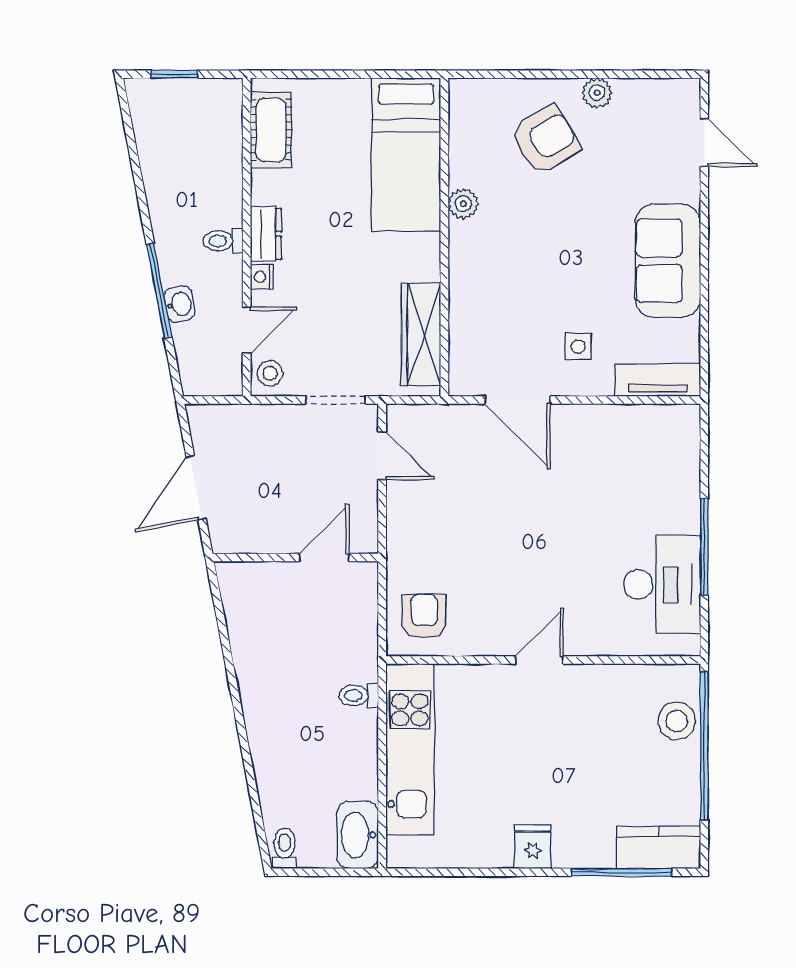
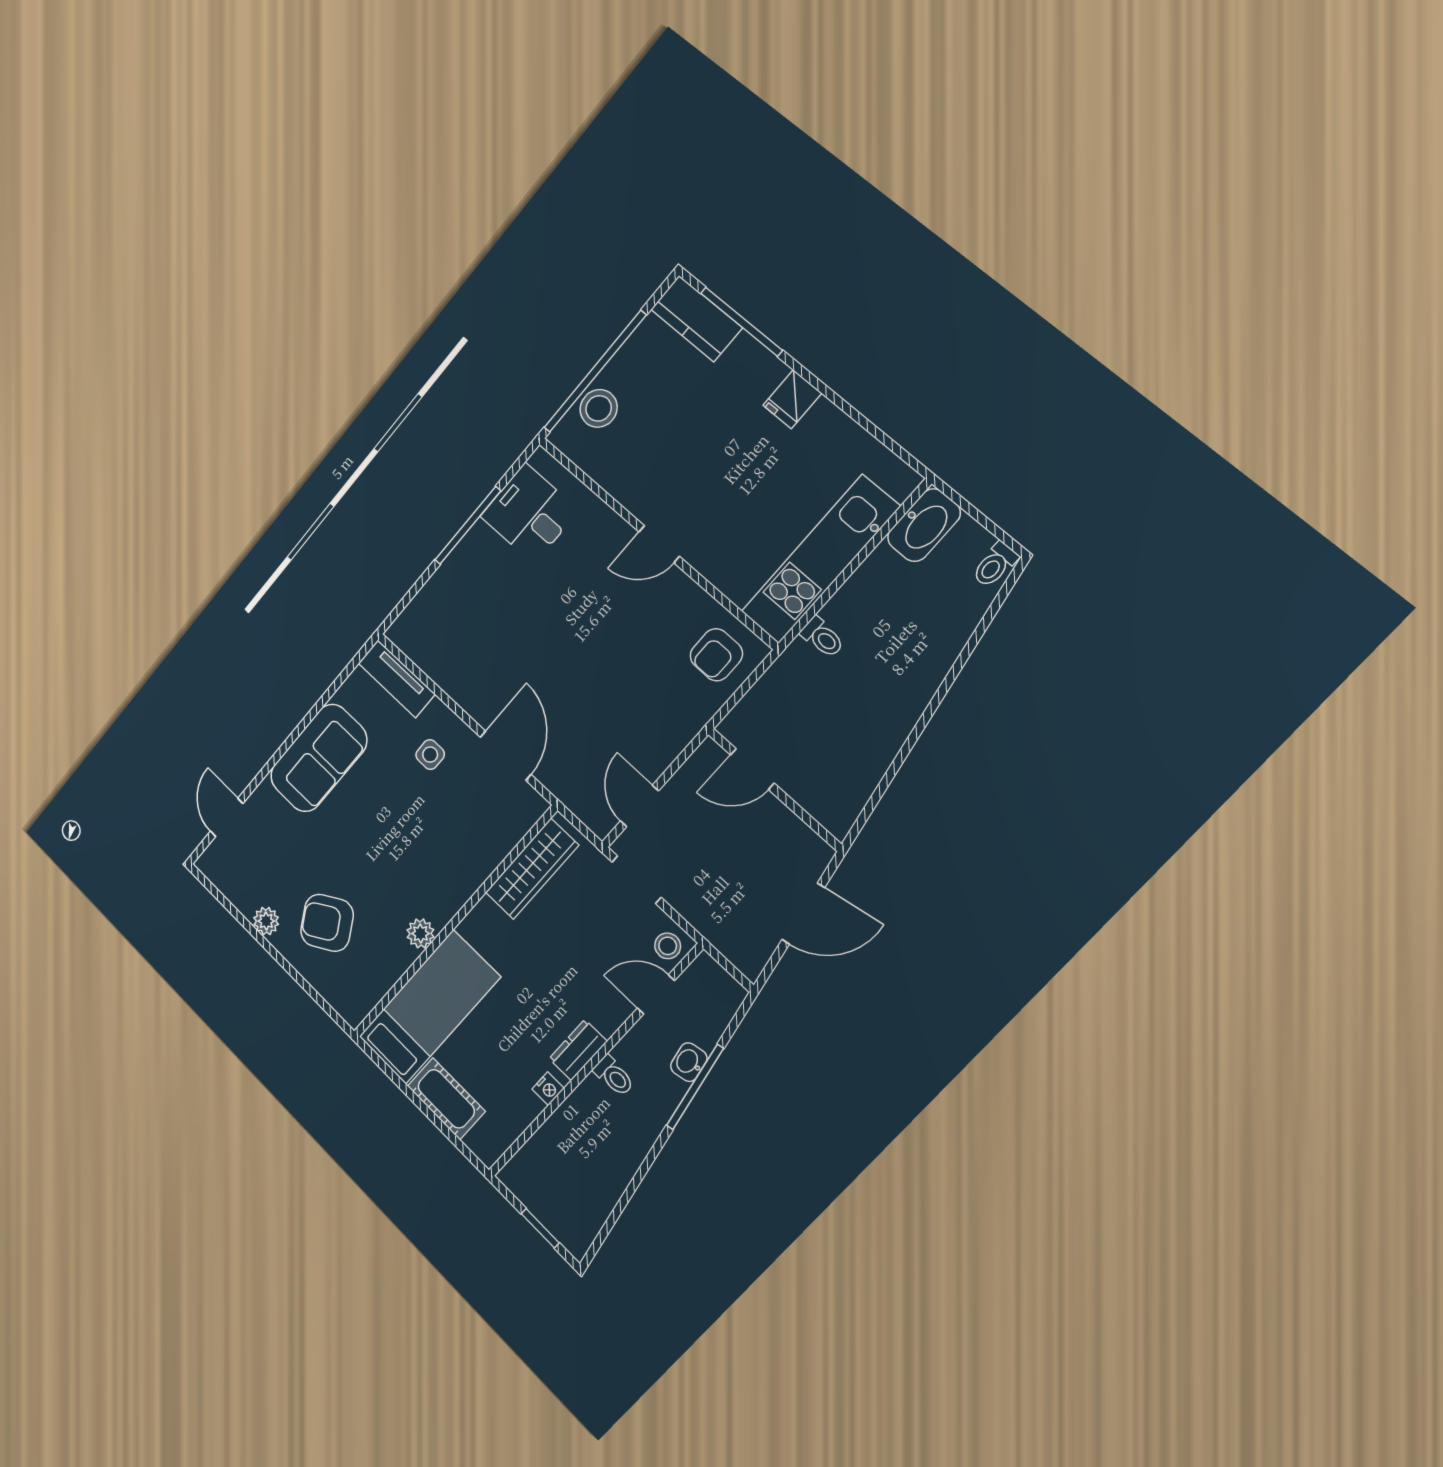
cot: (271, 130) -> (446, 1099), moved, turned 90
nightstand: (262, 277) -> (548, 1089), moved
desk: (662, 584) -> (529, 513), width x0.73

